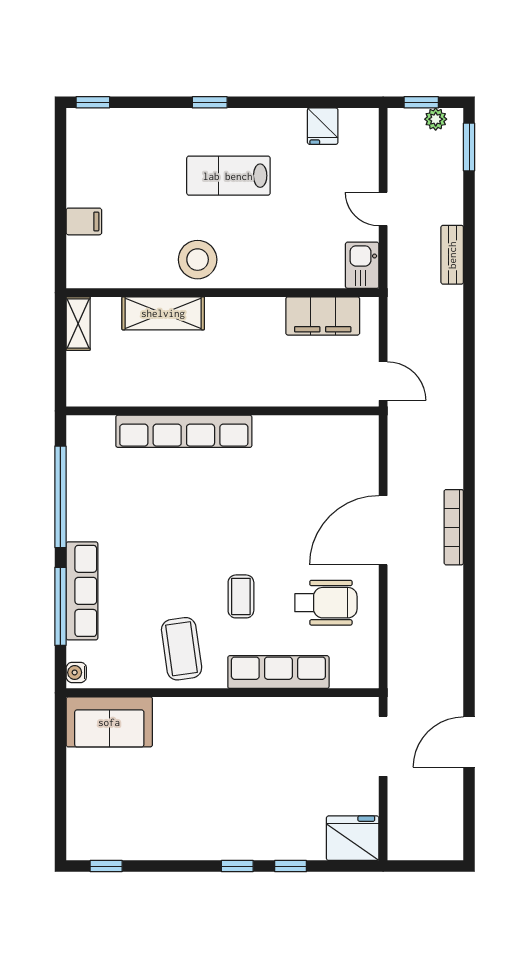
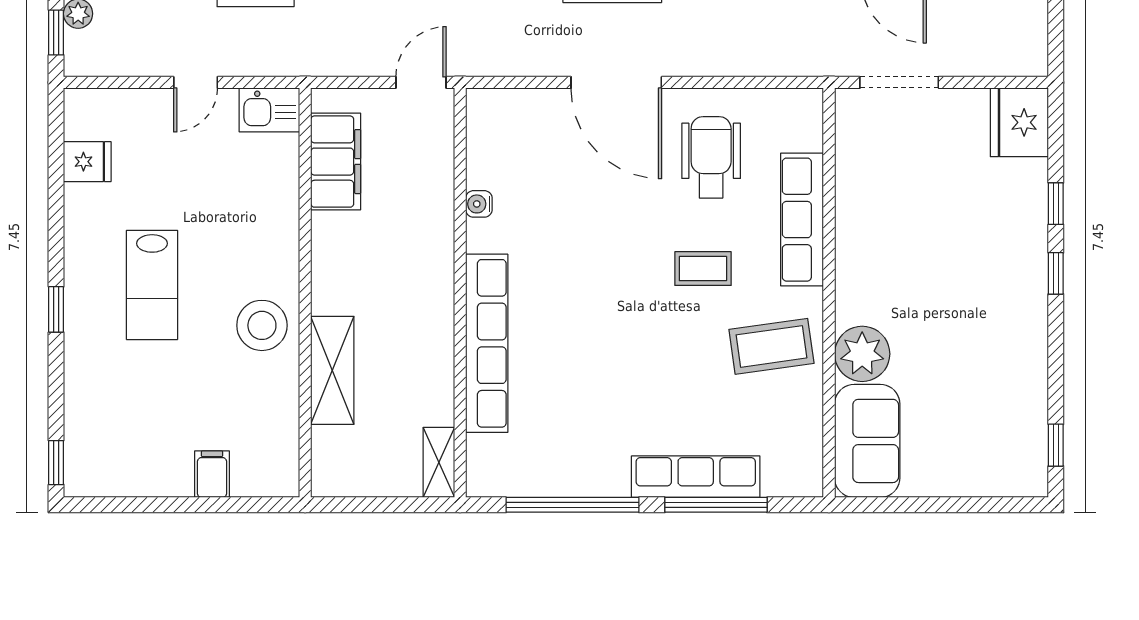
shelving: (78, 324) -> (439, 462), moved, turned 90
water cooler: (76, 672) -> (479, 204), moved, turned 90
plant: (176, 718) -> (862, 354), added

